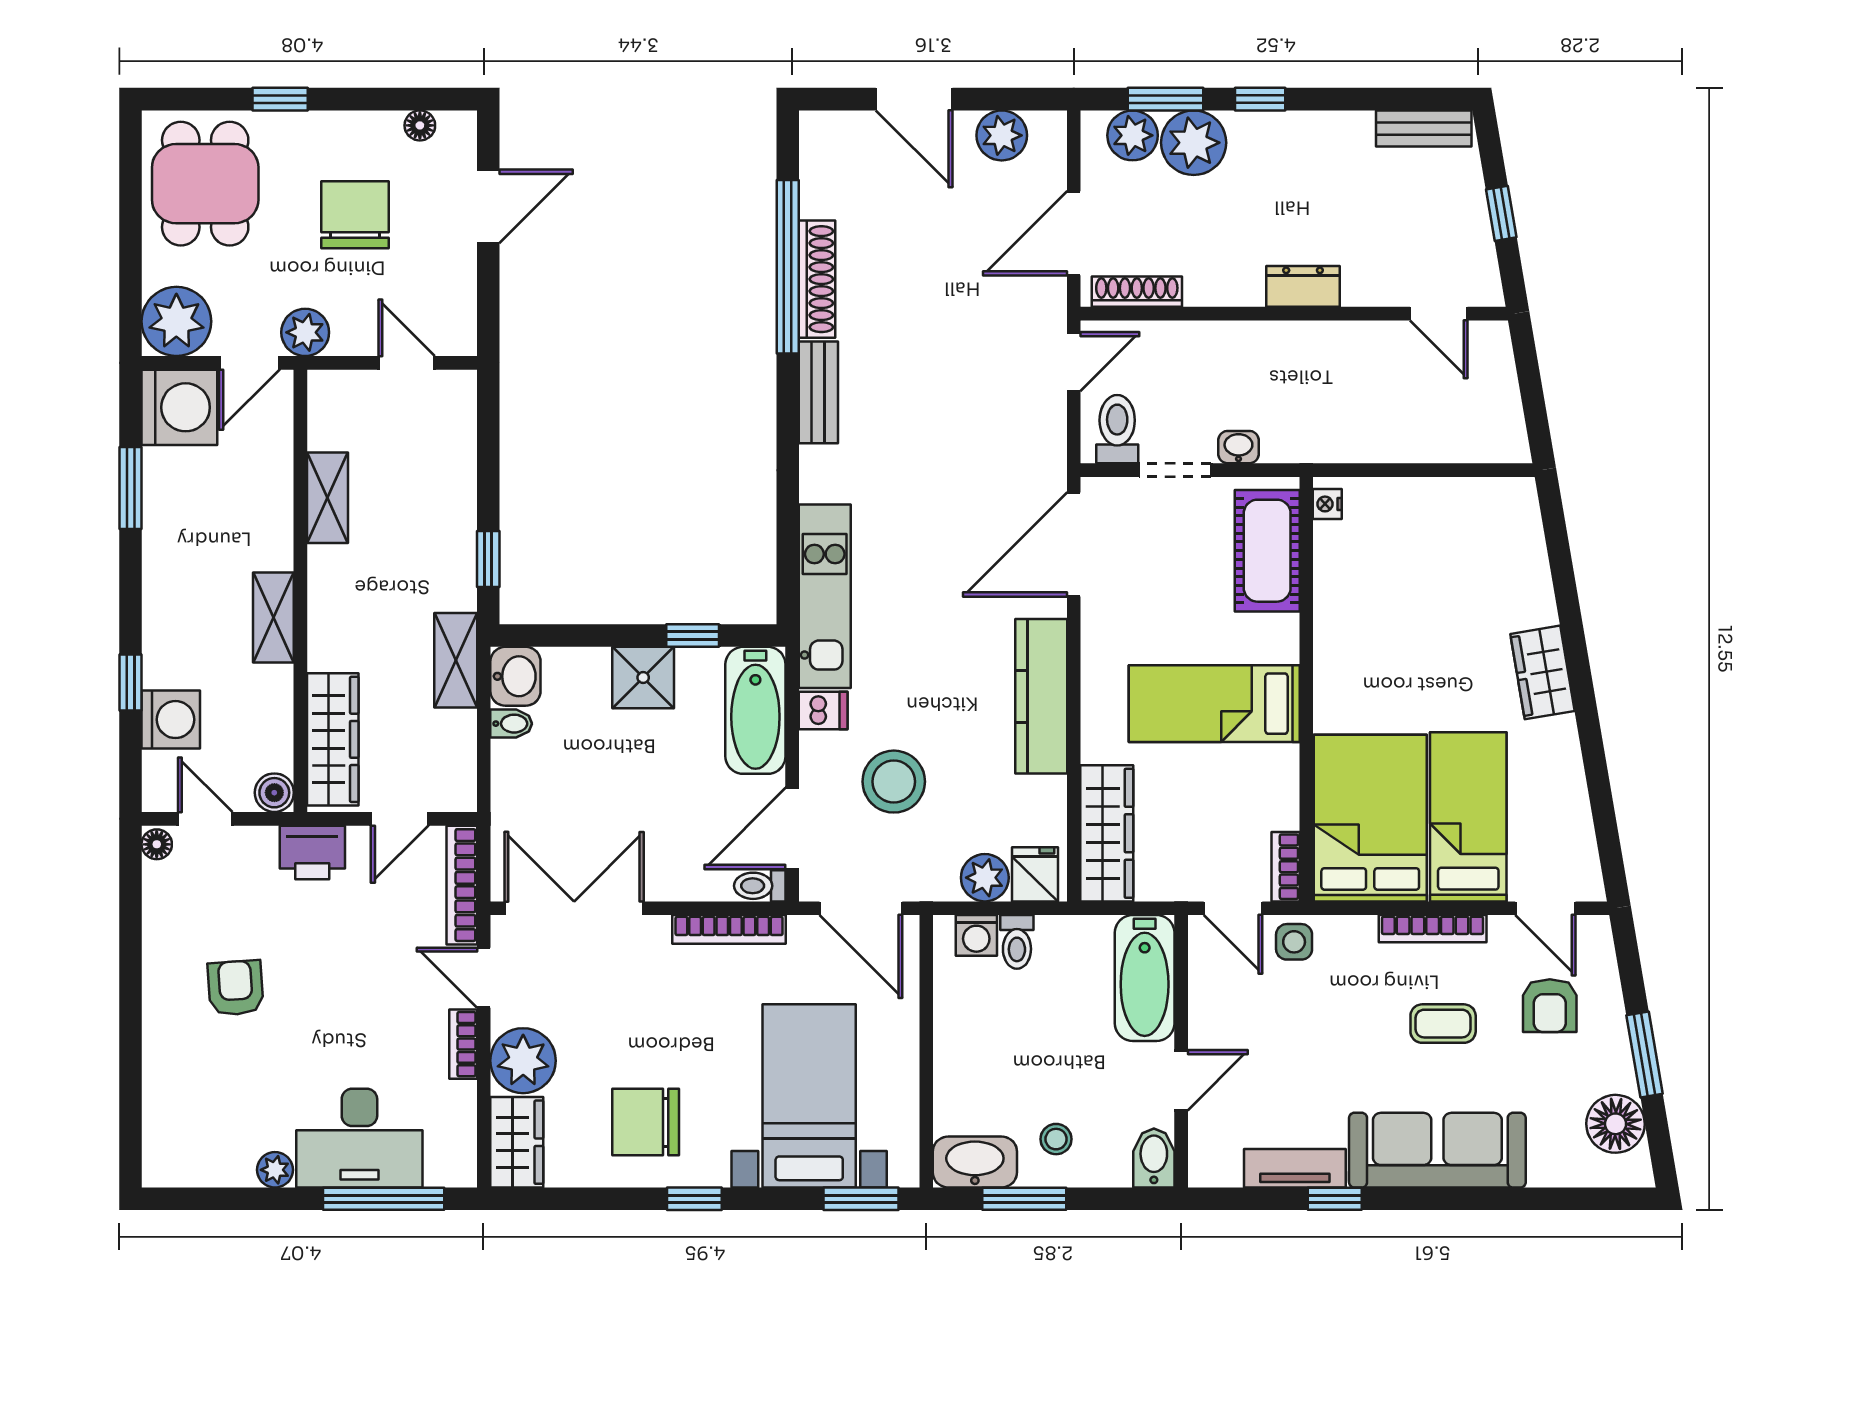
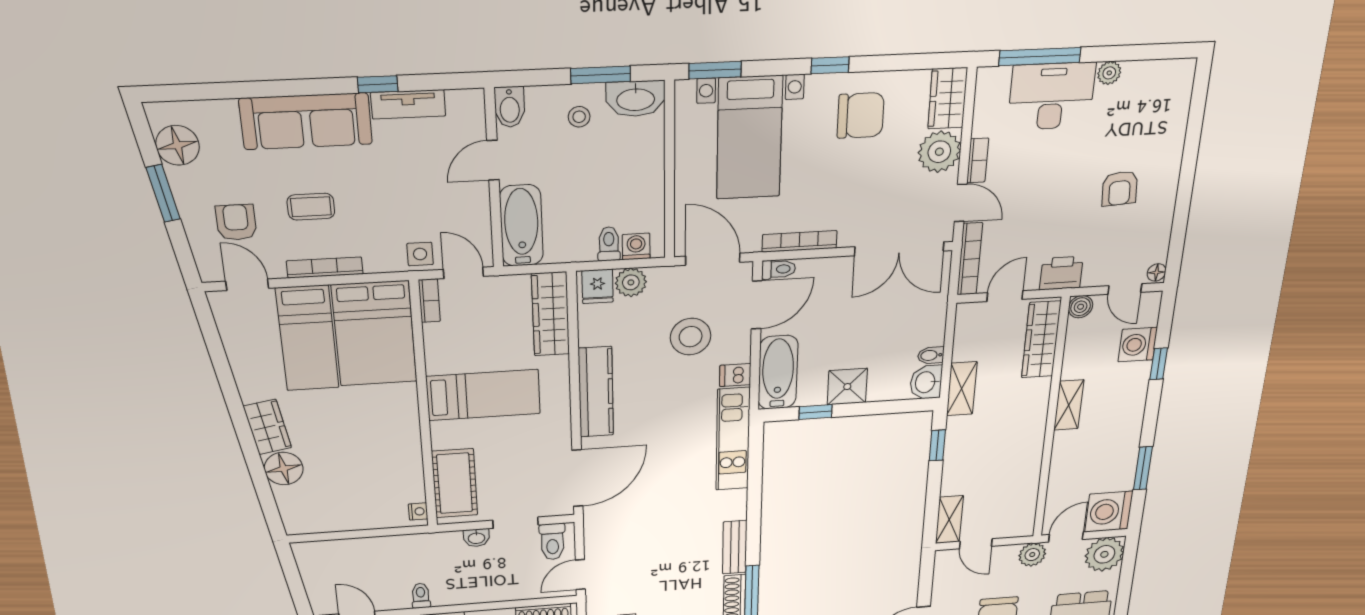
toilet: (1334, 344) -> (421, 596), added
shelving: (328, 498) -> (949, 520), moved
floor lamp: (1526, 598) -> (284, 469), added

